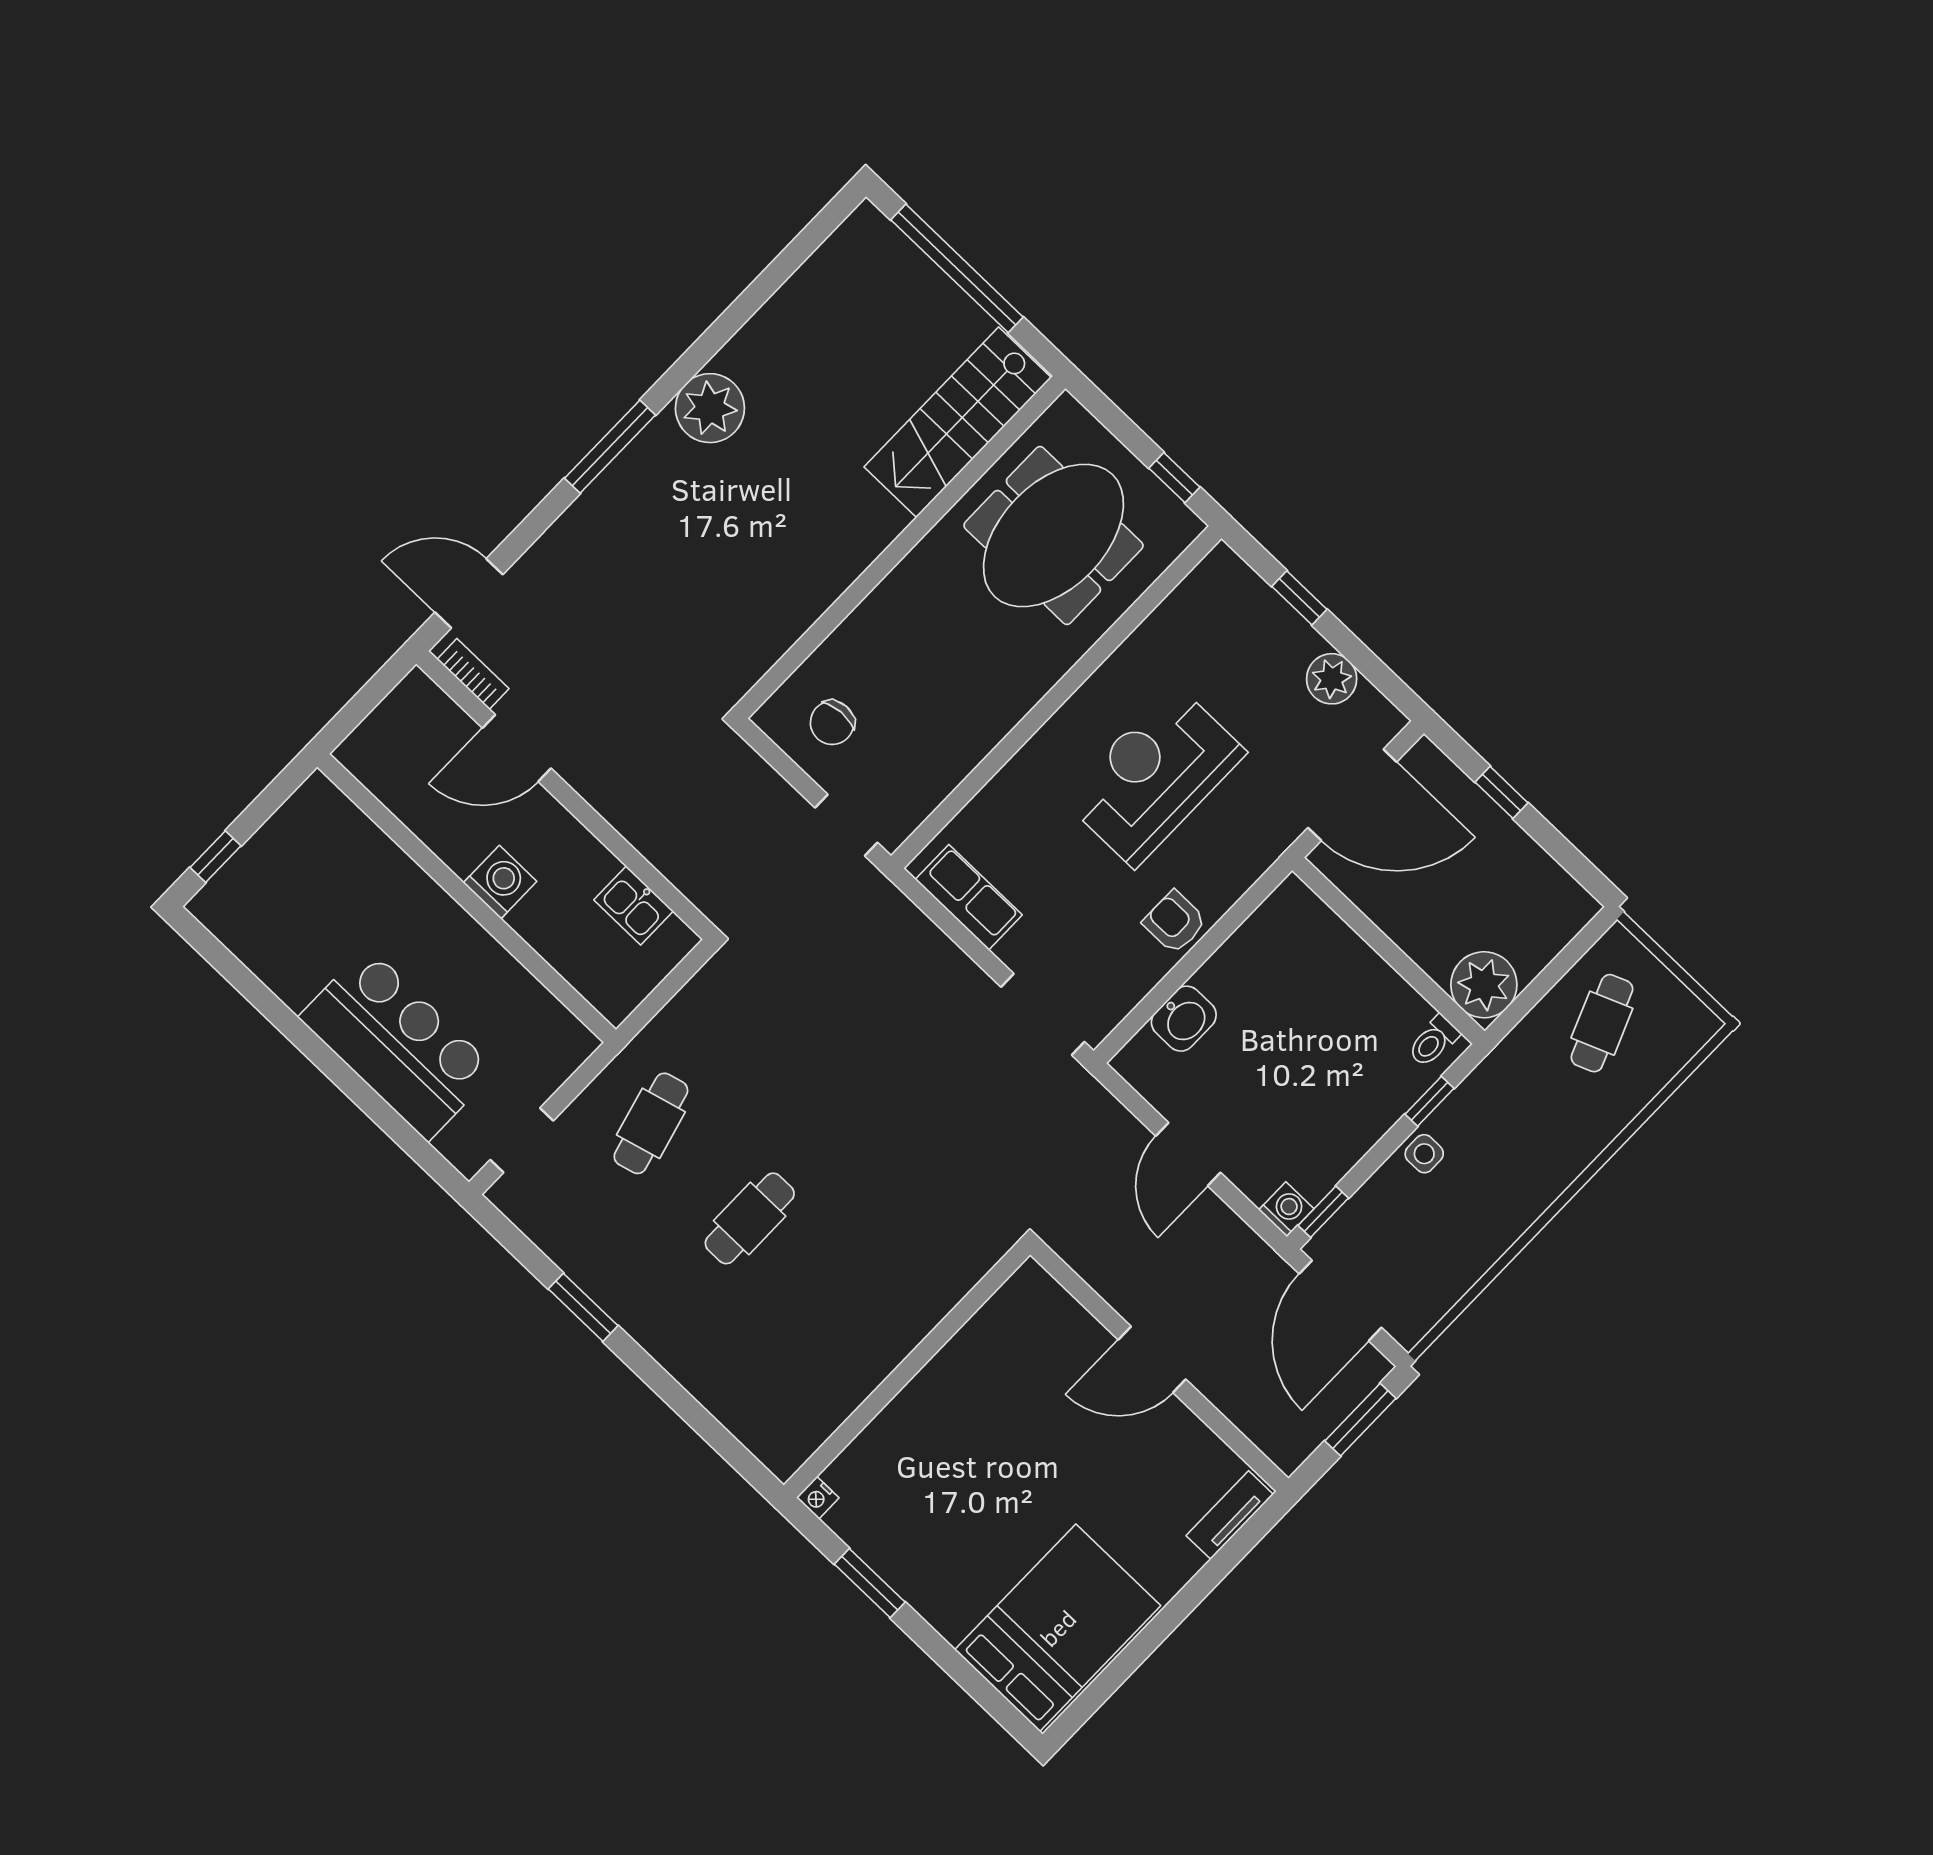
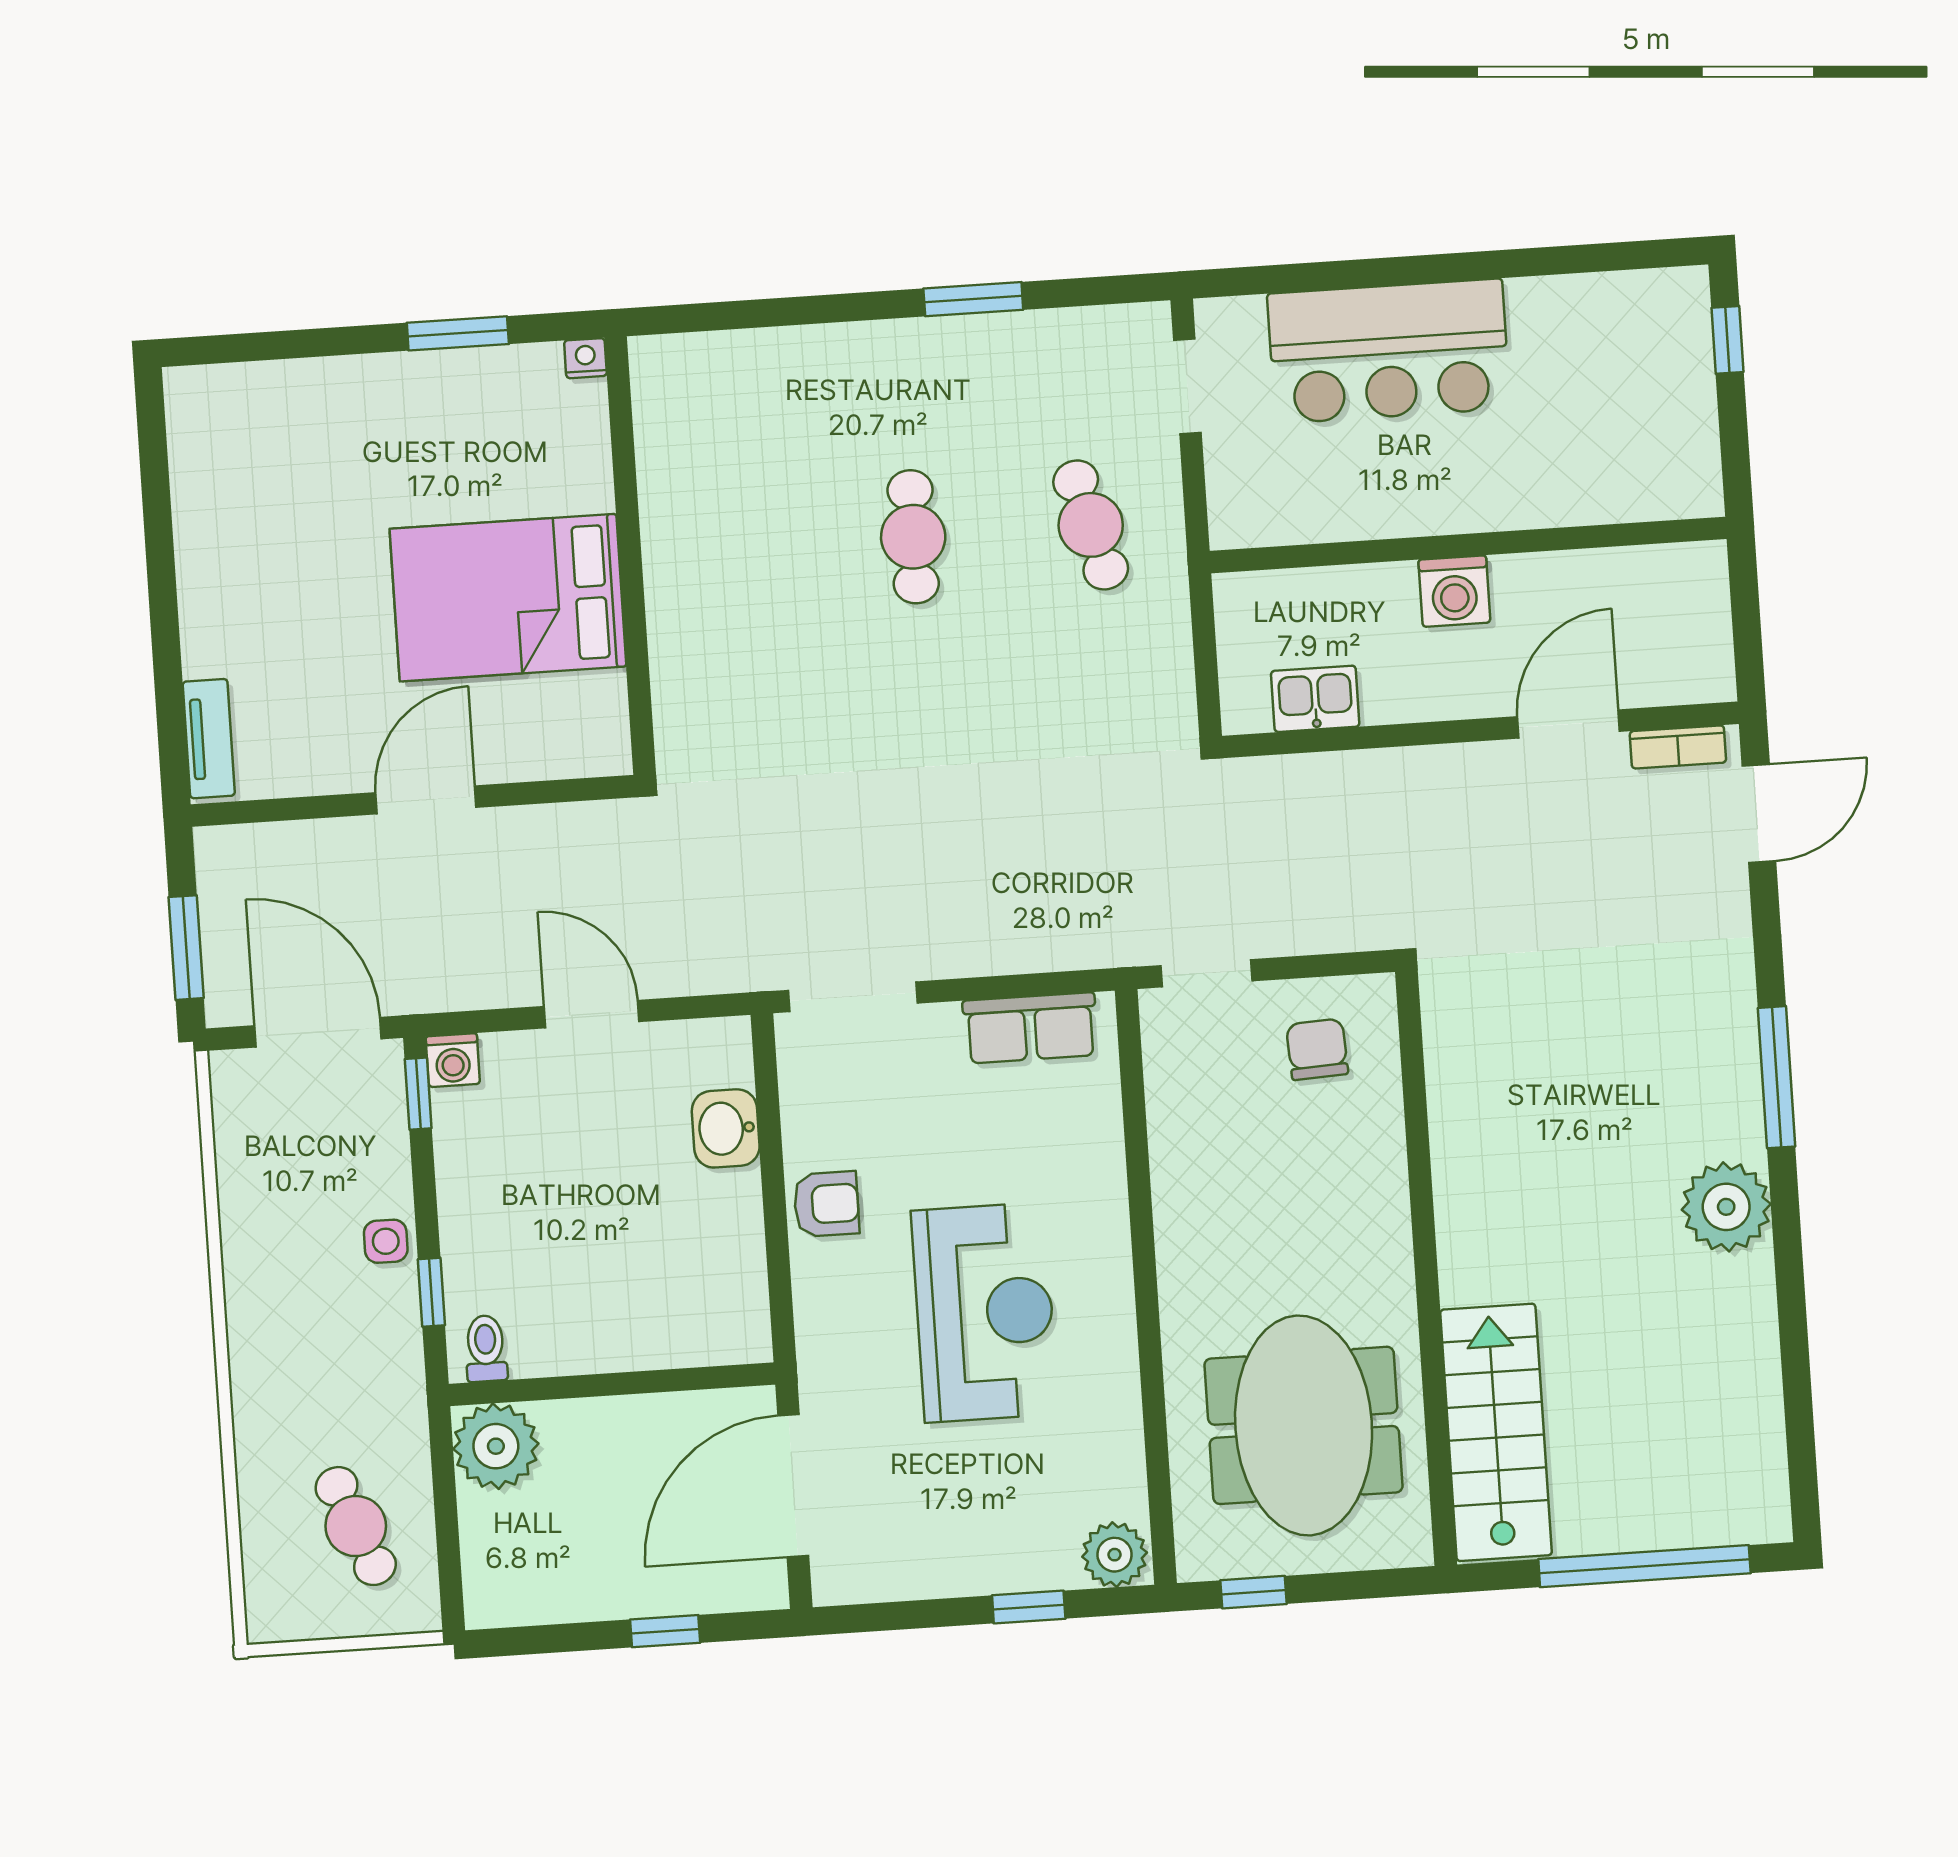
plant: (1332, 679) -> (1115, 1555), moved
bed: (1058, 1628) -> (508, 598), moved, turned 90

